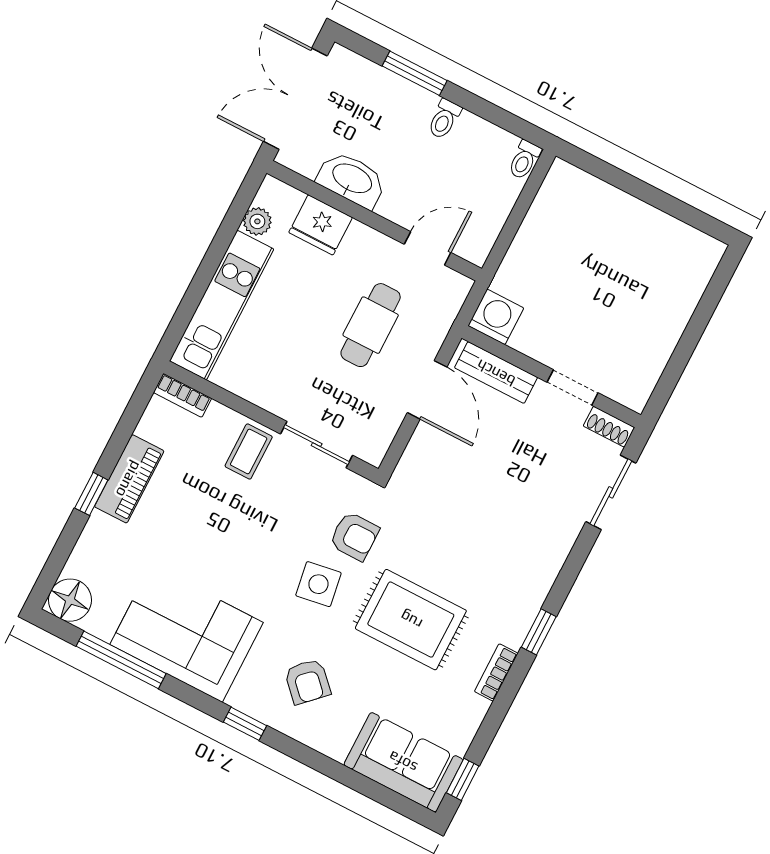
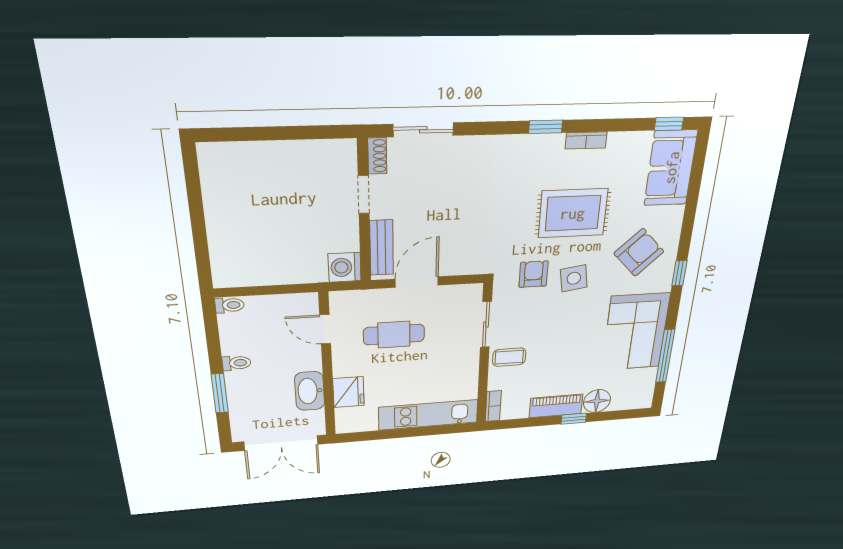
plant: (257, 221) -> (367, 423), removed
floor lamp: (70, 600) -> (597, 401), moved
rug: (411, 620) -> (573, 213), turned 90
armchair: (307, 682) -> (639, 252), width x1.38, depth x1.38

